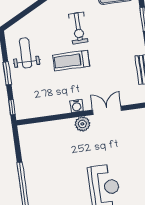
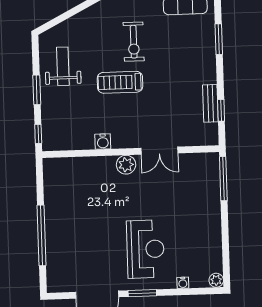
water cooler: (77, 106) -> (103, 142), moved
double door: (107, 110) -> (159, 151), swing flipped

